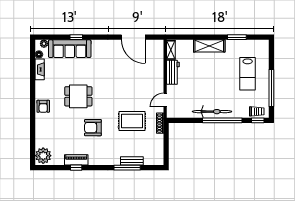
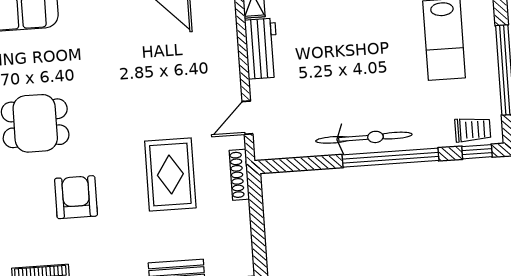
rug: (132, 121) -> (170, 174), turned 90
armchair: (93, 128) -> (76, 197), turned 90

